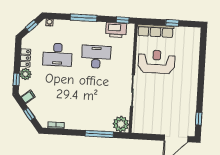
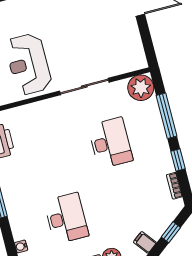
desk: (96, 57) -> (110, 143), moved, turned 180
window: (71, 132) -> (178, 160), added

